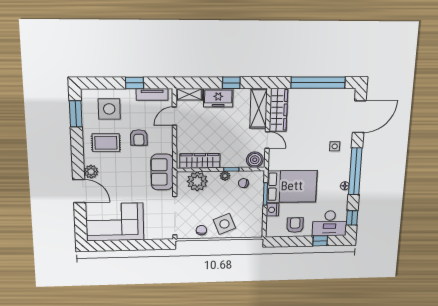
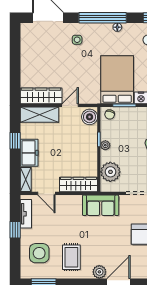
window: (318, 83) -> (15, 59), removed
armchair: (139, 138) -> (67, 227), removed
wardrobe: (200, 161) -> (78, 185), moved, turned 90
chair: (243, 183) -> (110, 114), moved

